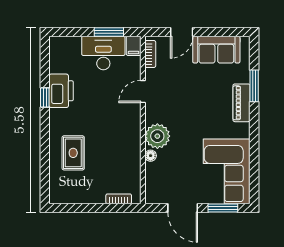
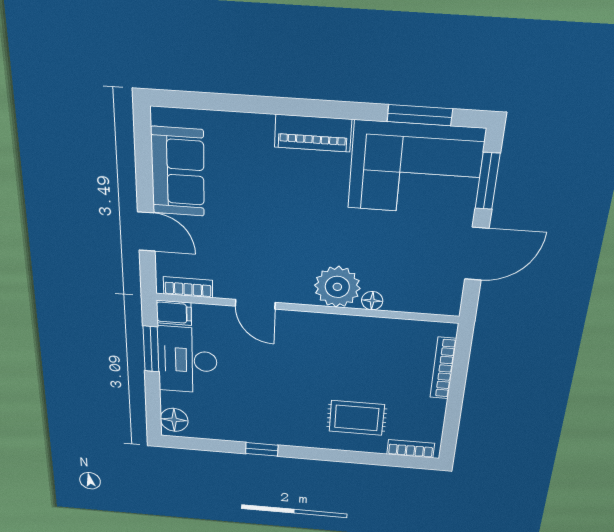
floor lamp: (61, 44) -> (174, 420), added
window: (254, 86) -> (420, 115), moved
printer: (61, 91) -> (251, 426), removed
piano: (242, 103) -> (313, 133), moved
bookcase: (54, 186) -> (411, 449), added
bookcase: (119, 199) -> (443, 368), width x1.56

